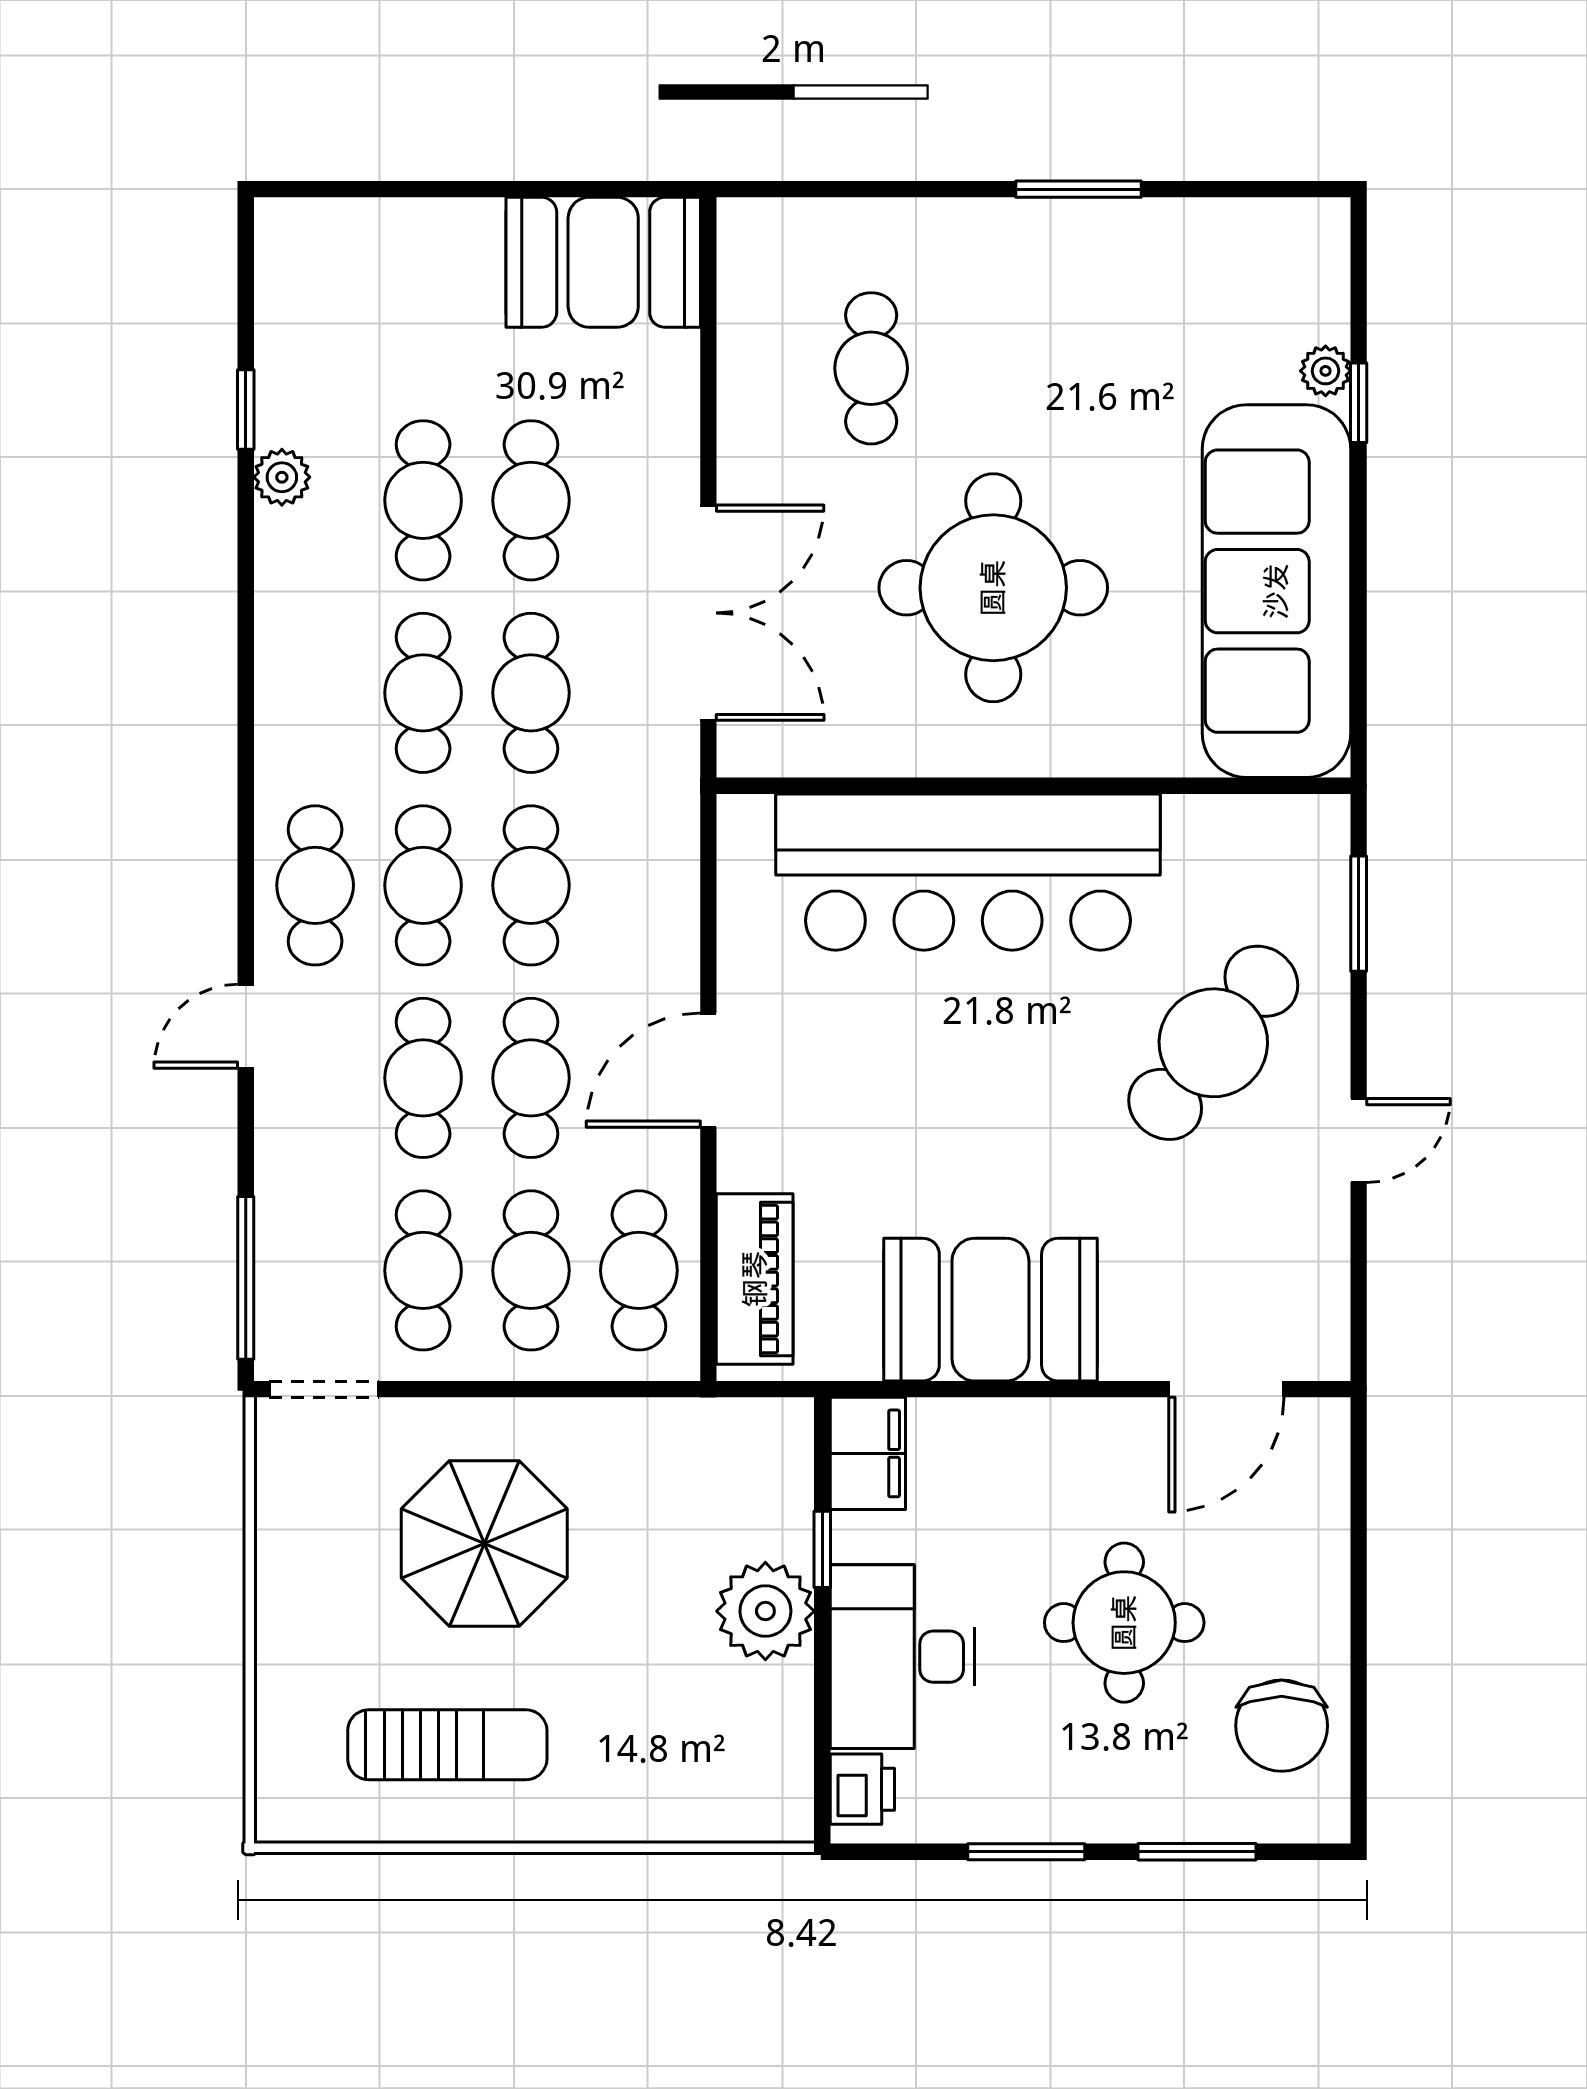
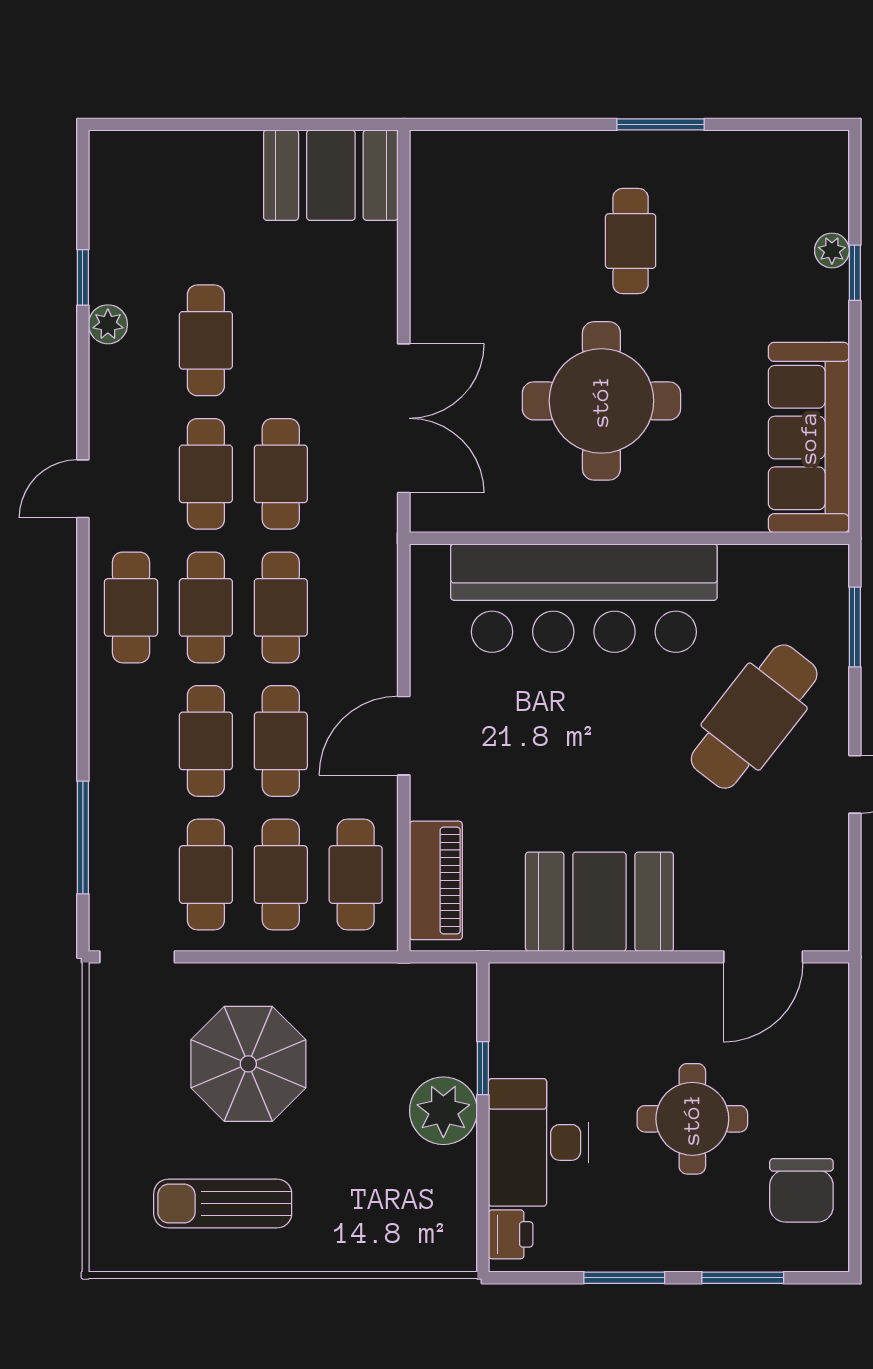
cafe table: (871, 368) -> (631, 241), moved
cafe table: (531, 500) -> (281, 340), removed
sofa: (1276, 591) -> (809, 438), width x0.74, depth x0.79
door: (246, 1026) -> (83, 489), moved
window: (246, 1278) -> (83, 838), moved
filing cabinet: (868, 1453) -> (514, 1001), removed
sun lounger: (447, 1745) -> (223, 1204), turned 180

